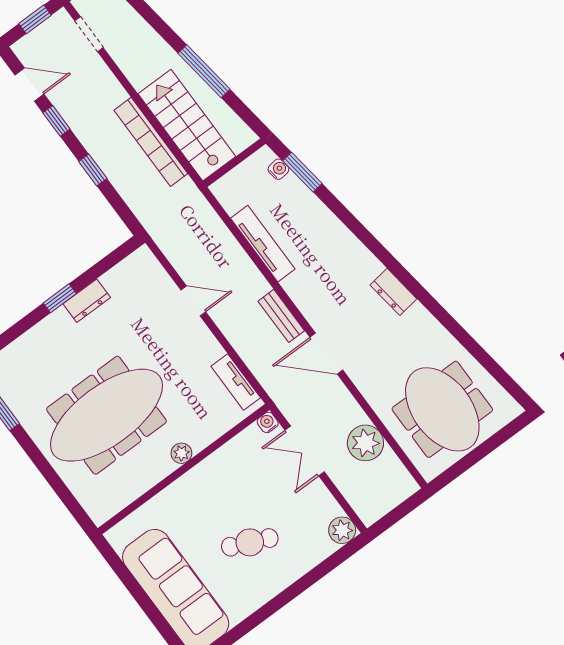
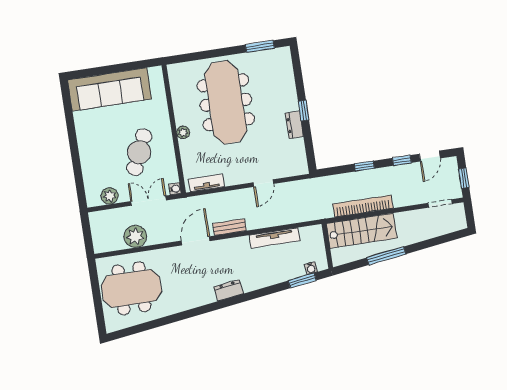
dresser: (393, 292) -> (229, 290), moved
plant: (342, 530) -> (110, 196), moved
cafe table: (250, 542) -> (139, 152), moved, width x1.37, depth x1.35

